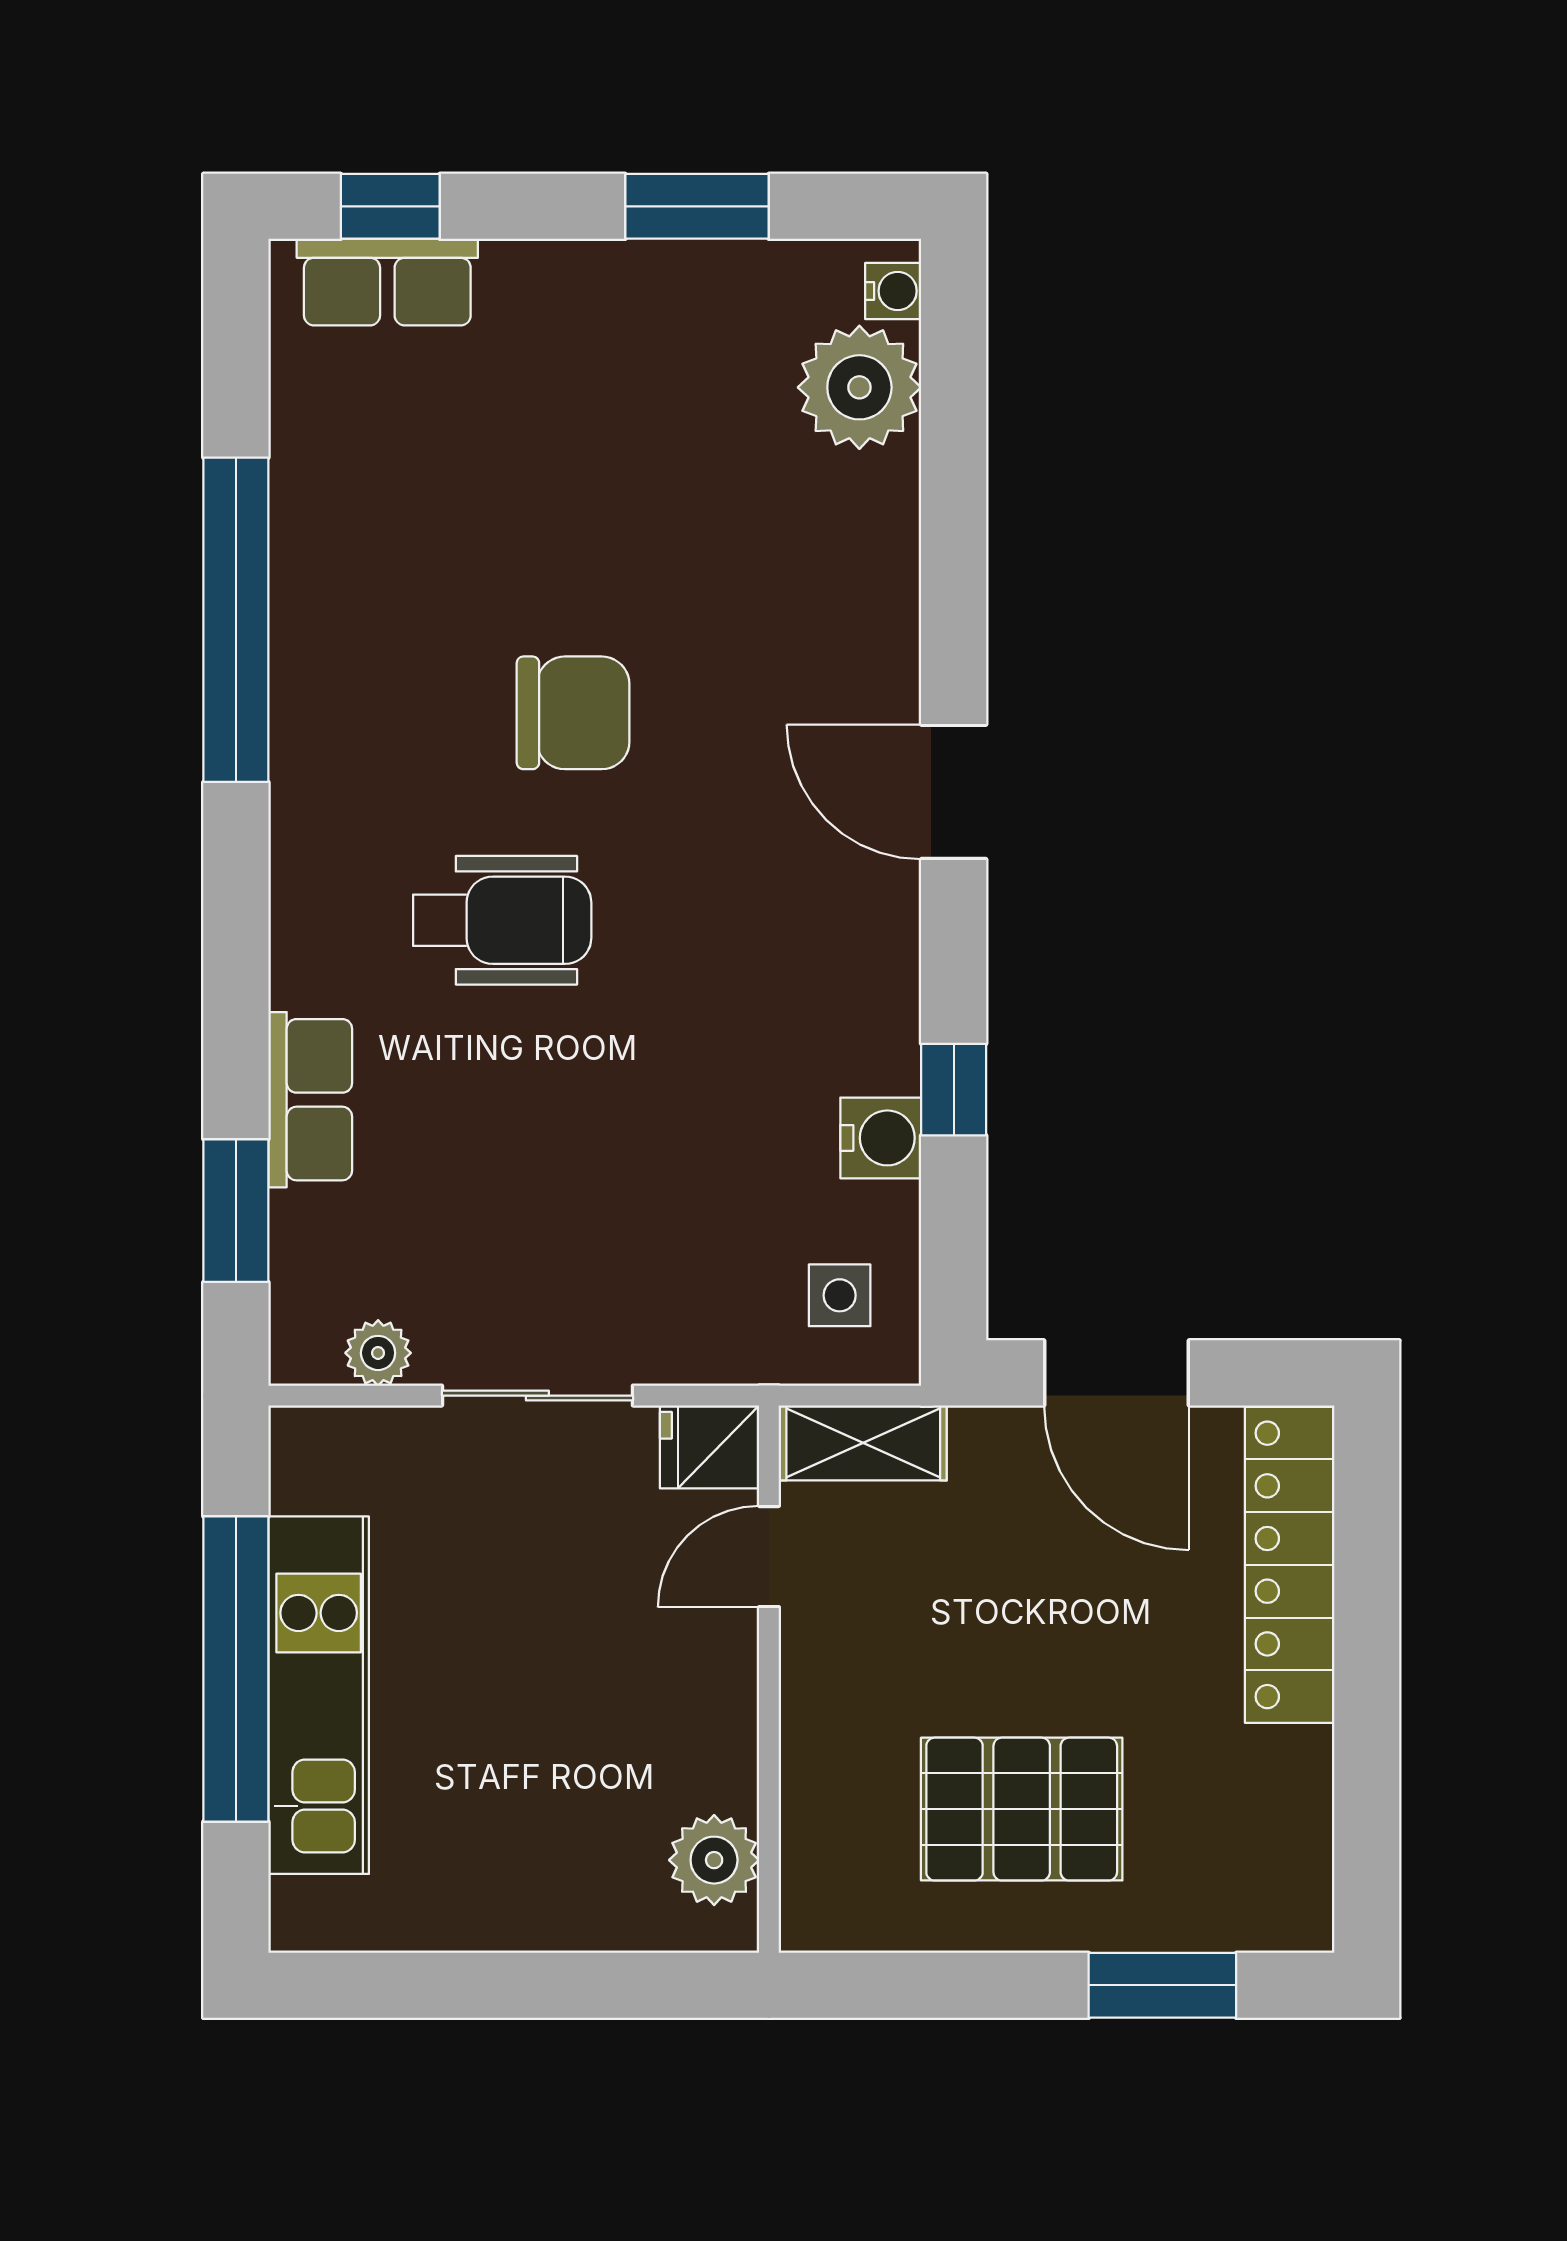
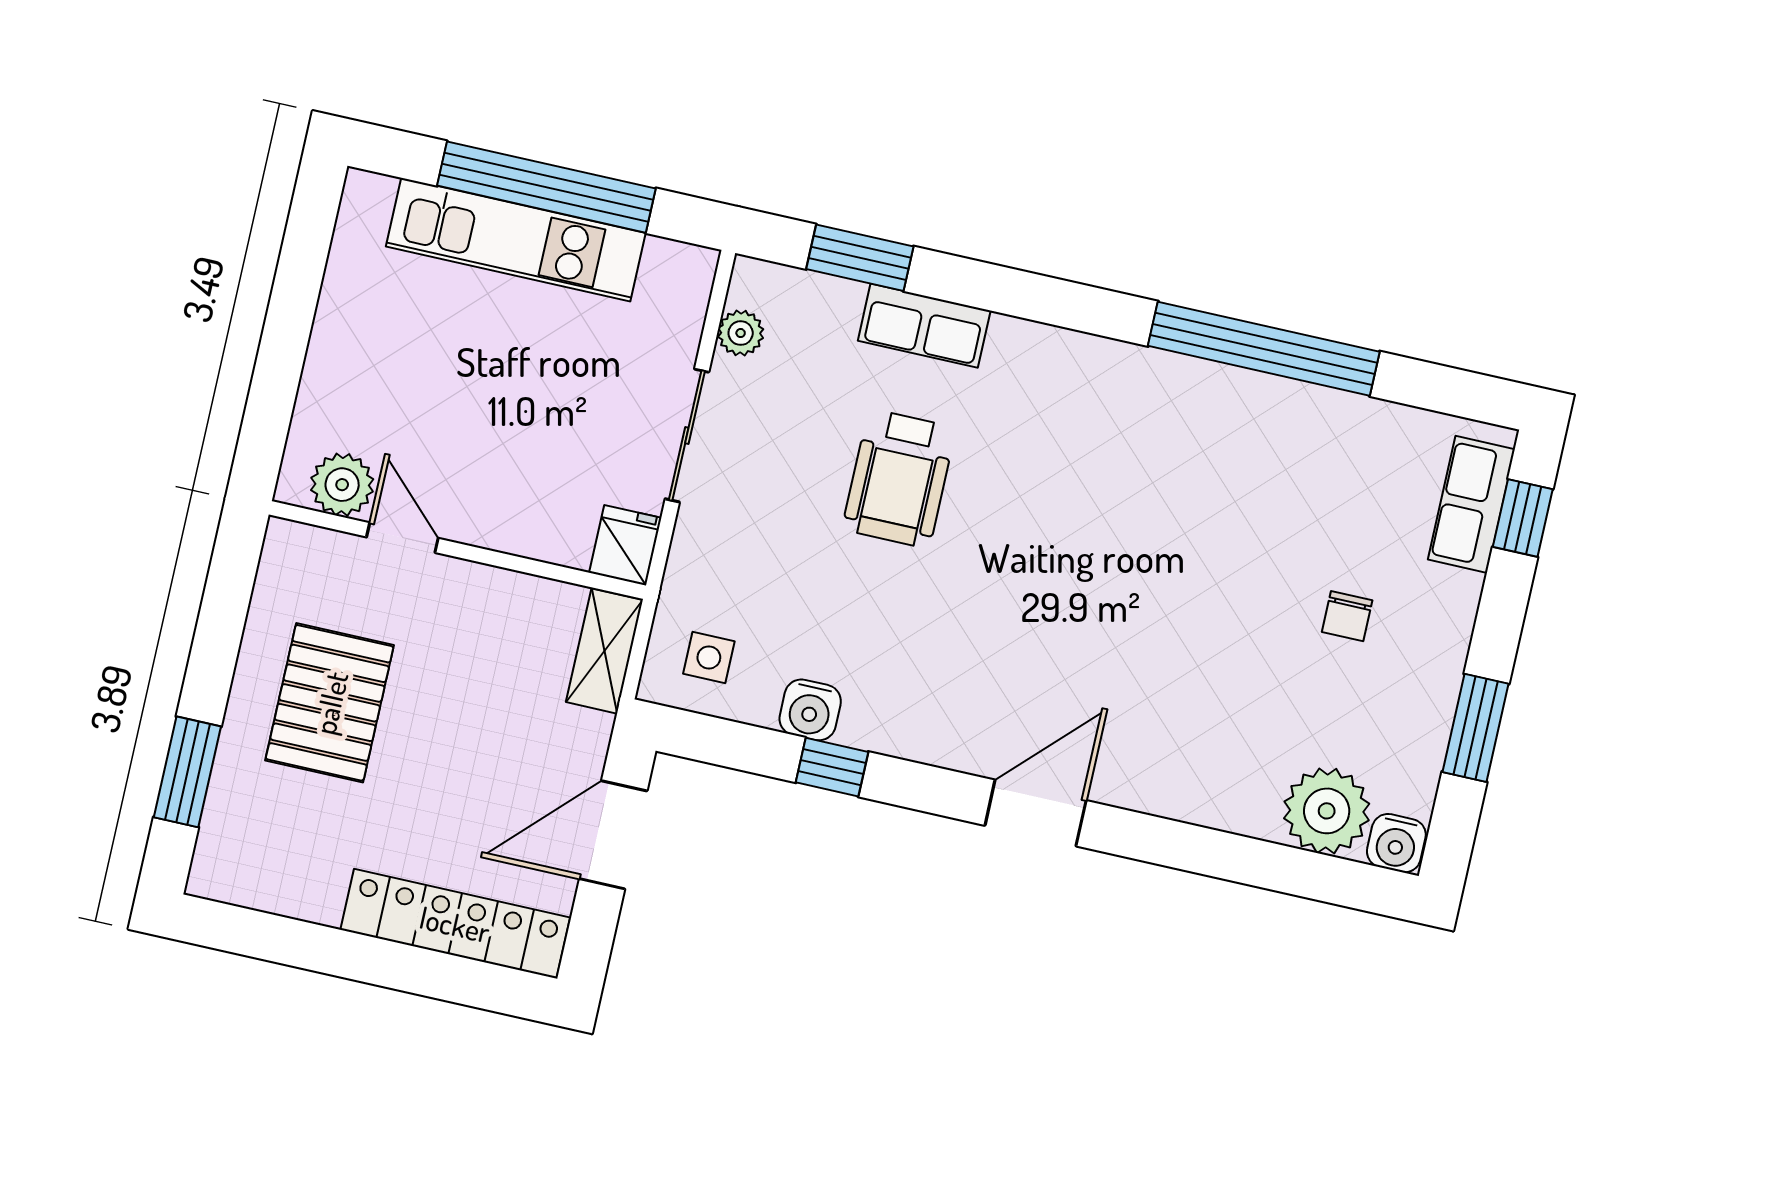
water cooler: (893, 291) -> (1396, 843), width x1.38, depth x1.38
chair: (573, 713) -> (1347, 616), moved, width x0.54, depth x0.54
wheelchair: (502, 920) -> (899, 479), moved
door: (769, 1557) -> (402, 538), moved

